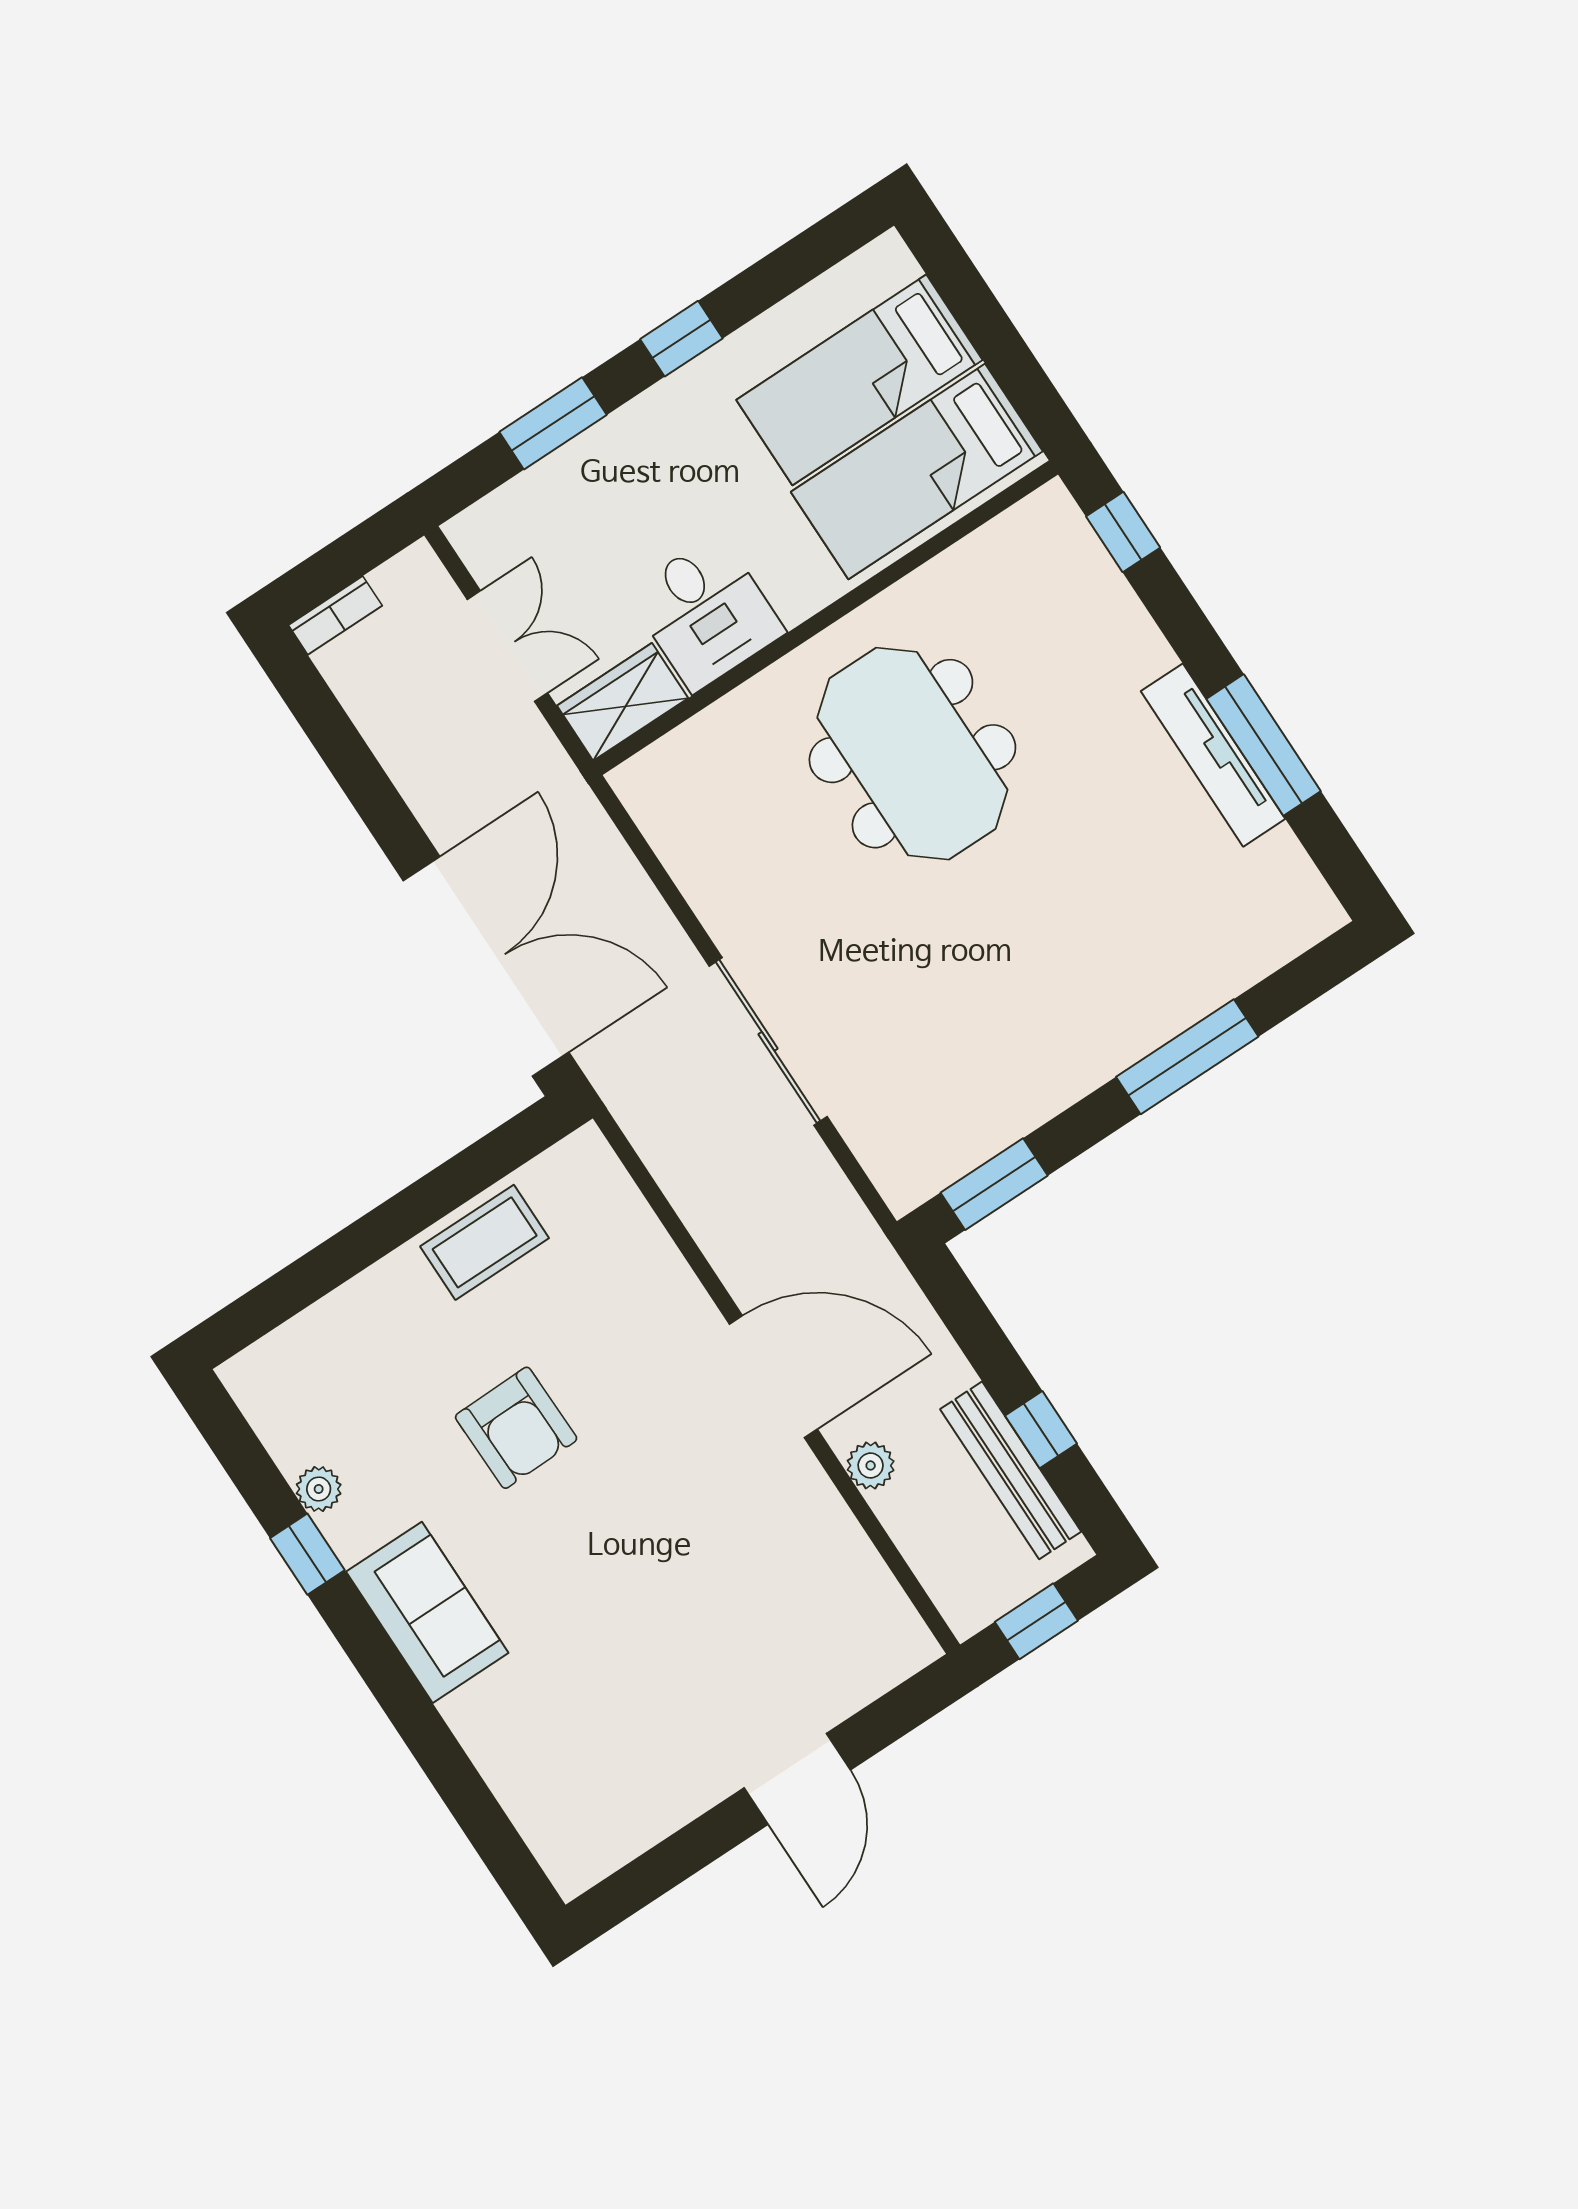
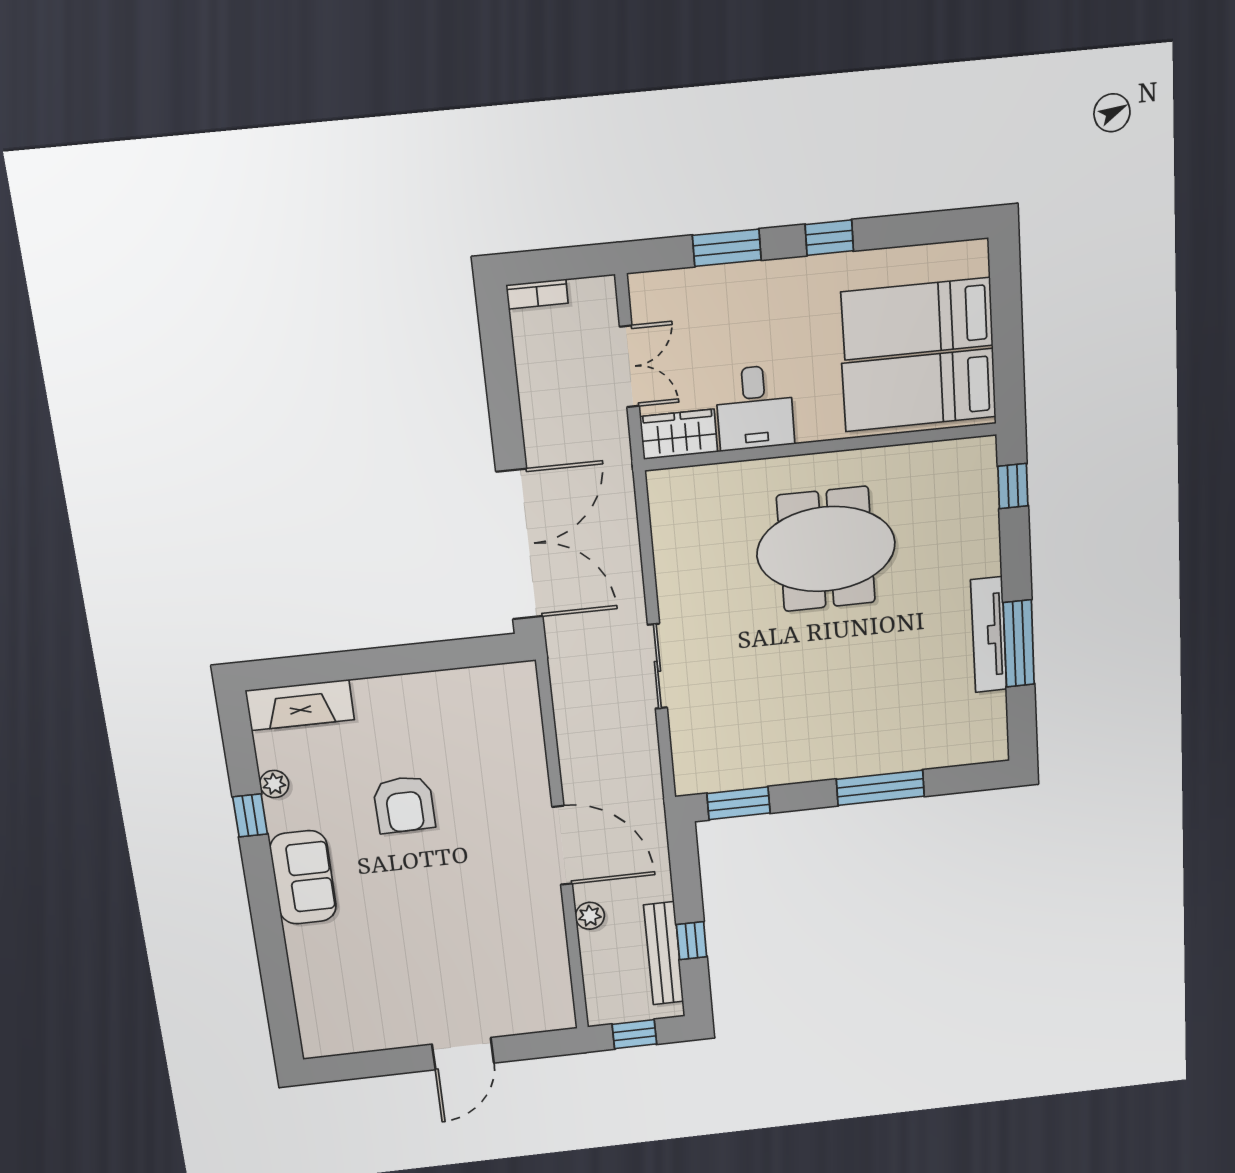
meeting table: (912, 754) -> (826, 549), turned 90
sliding door: (768, 1041) -> (657, 666), width x0.73
coffee table: (485, 1242) -> (438, 697), removed
fireplace: (298, 1352) -> (300, 705), added

